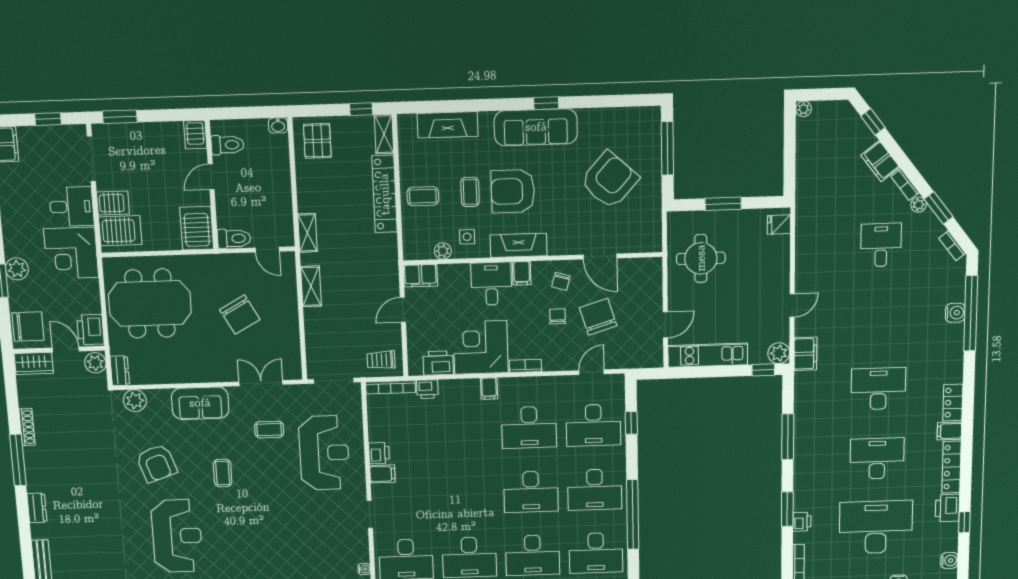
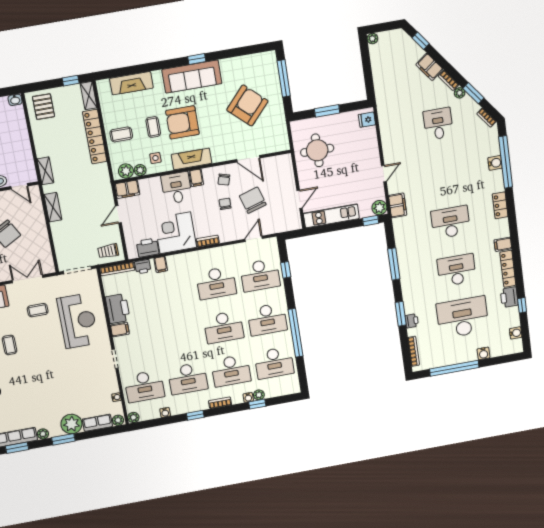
plant: (422, 249) -> (126, 171), added
filing cabinet: (489, 389) -> (161, 264), moved
locker: (953, 403) -> (500, 205), moved
printer: (379, 453) -> (118, 309), width x1.87, depth x1.48

